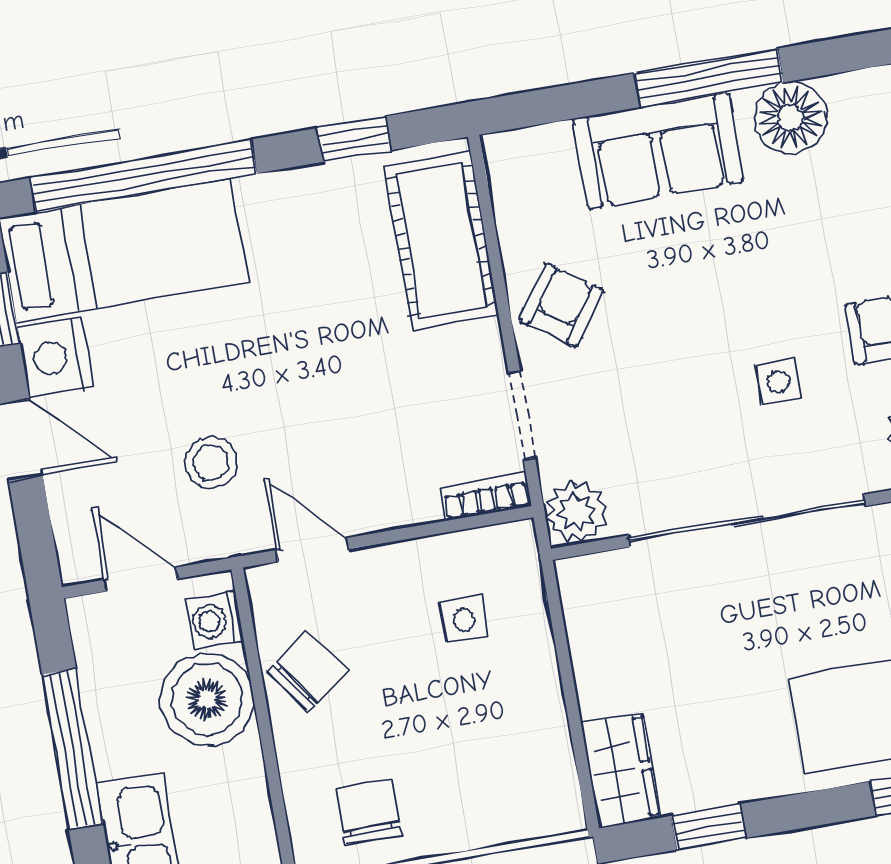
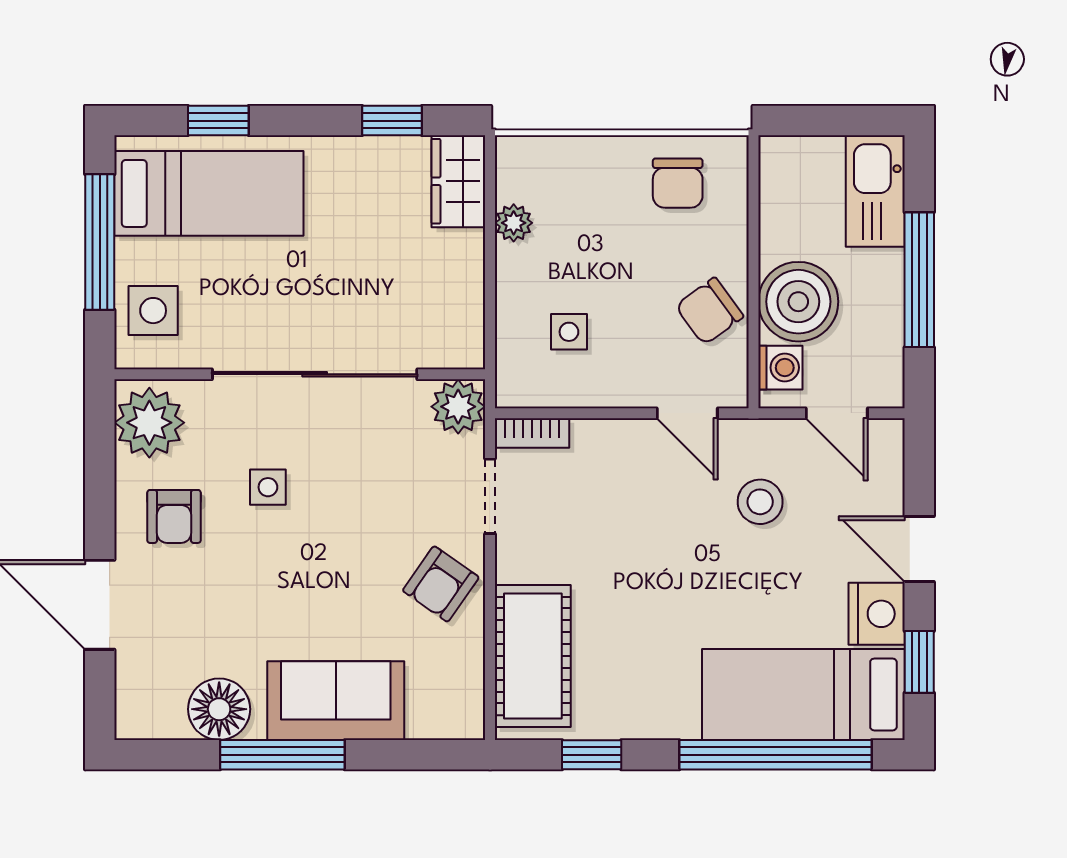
plant: (549, 734) -> (514, 223), added

